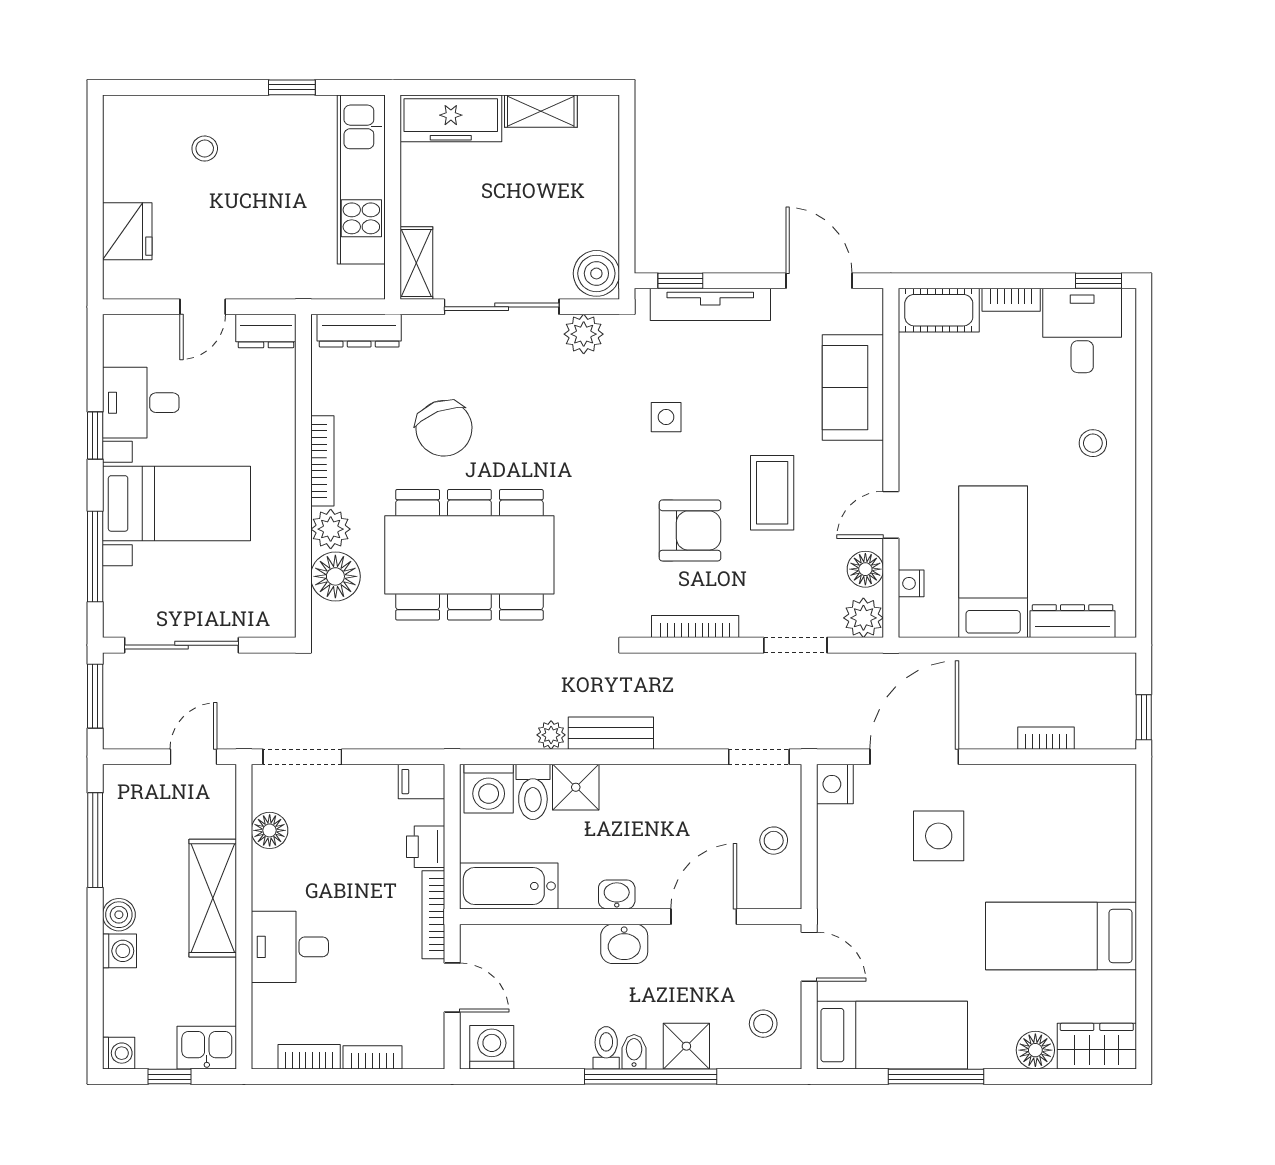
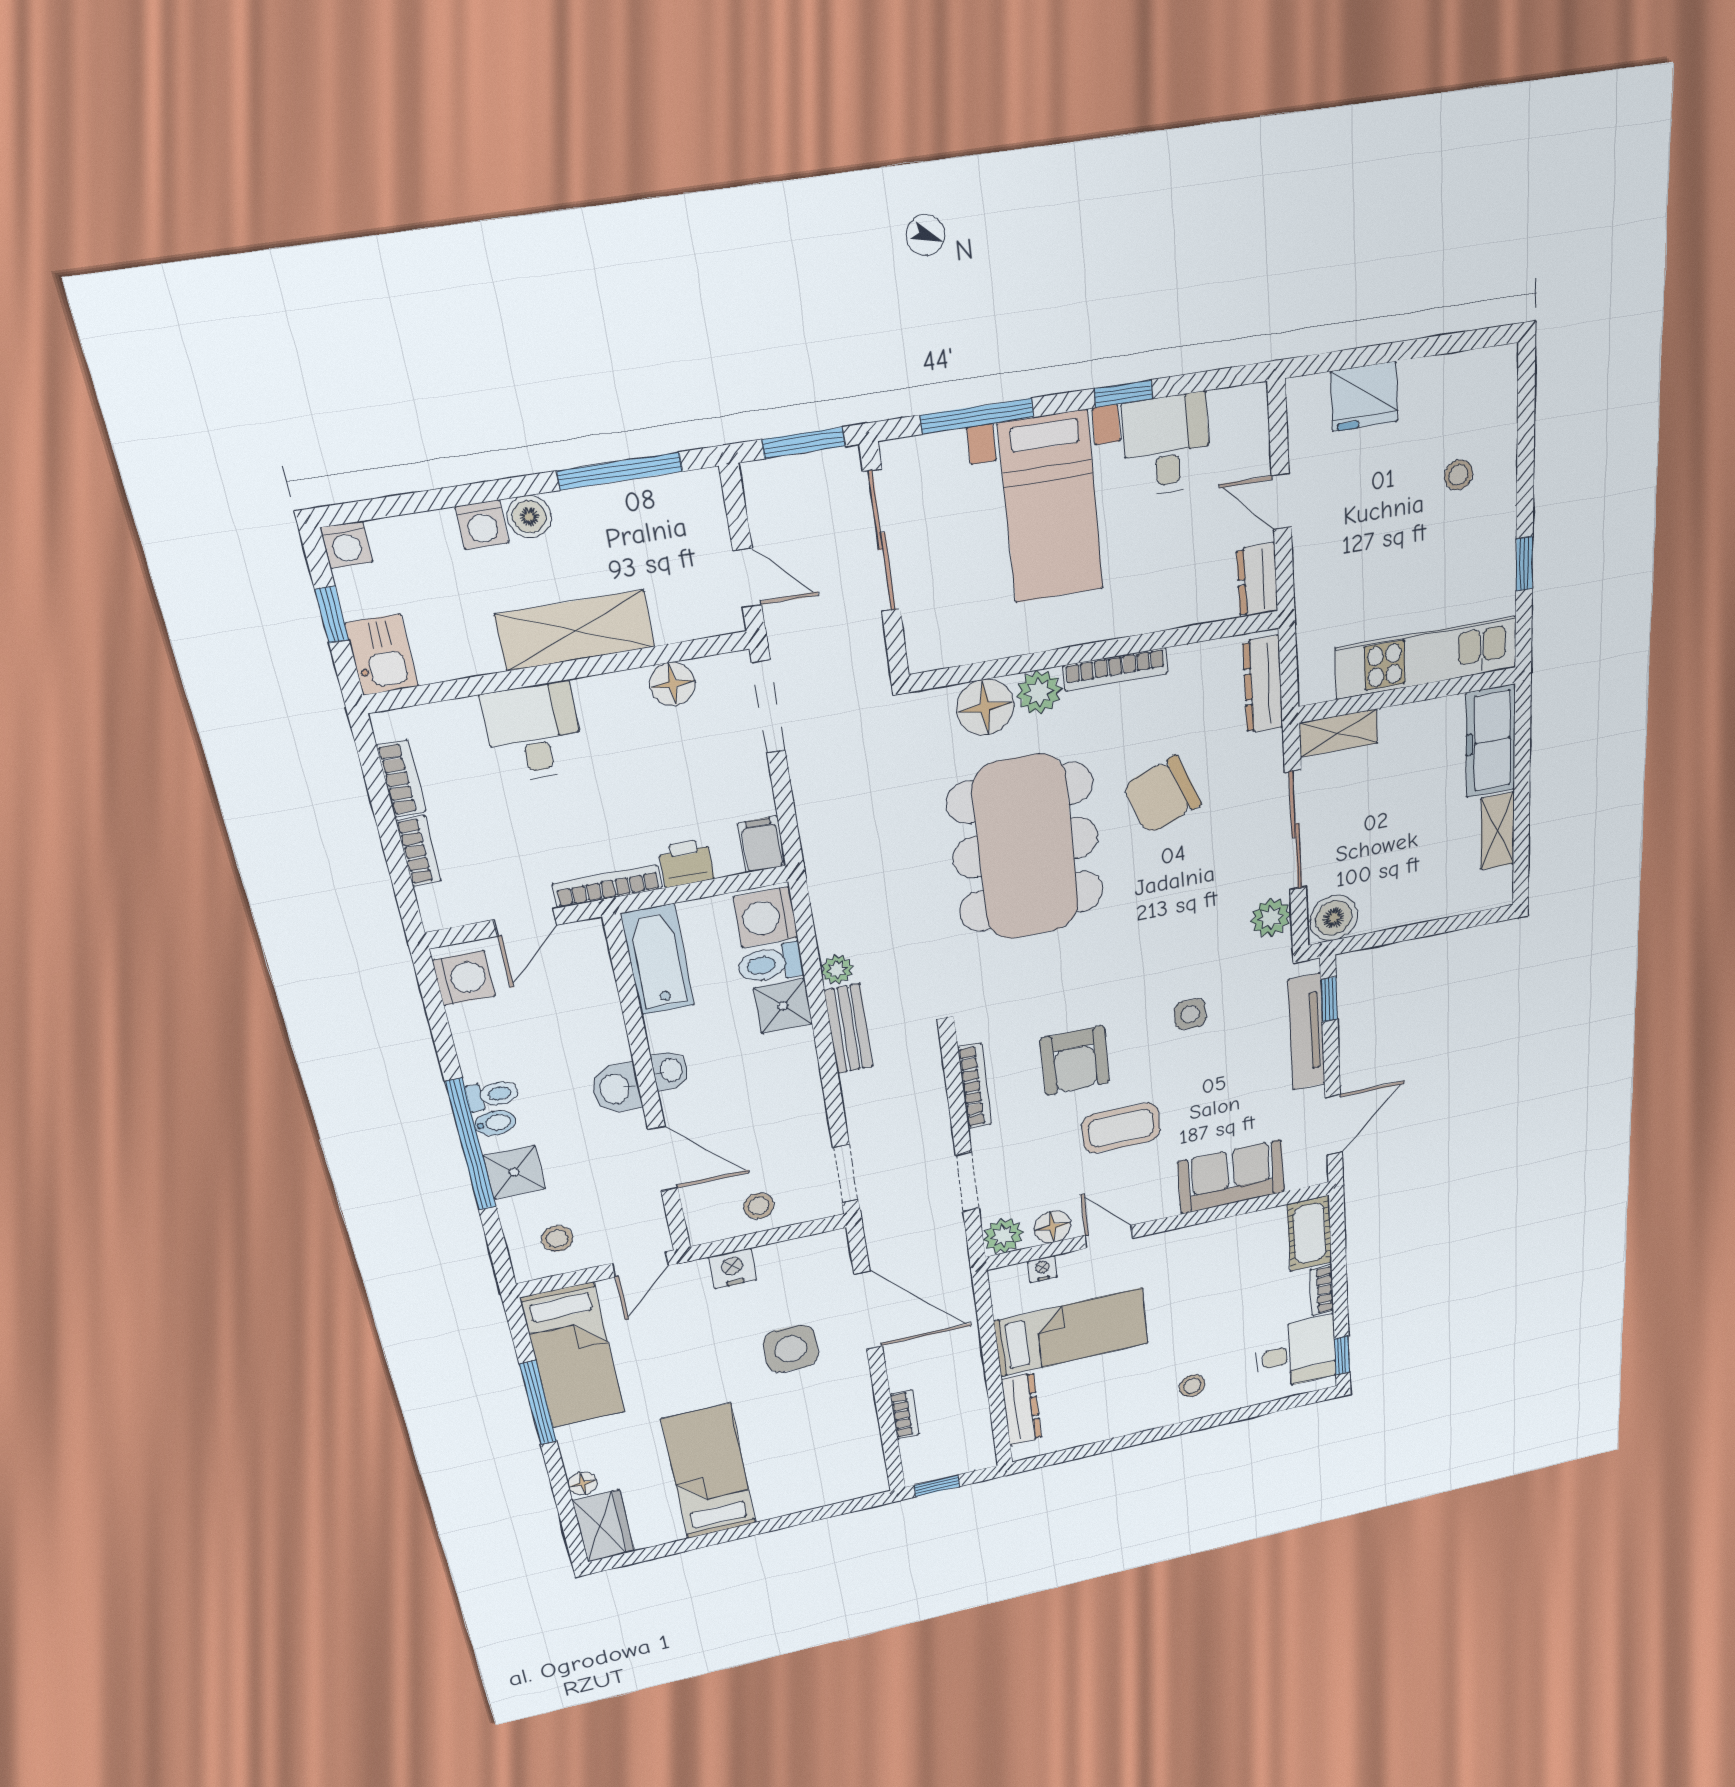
nightstand: (835, 784) -> (733, 1268), moved
floor lamp: (1035, 1050) -> (583, 1484), width x0.73, depth x0.73

